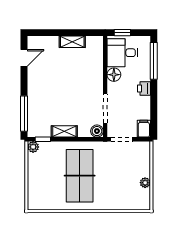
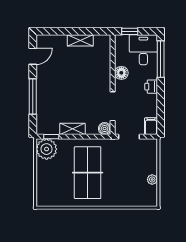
desk: (122, 53) -> (143, 50), moved, turned 90
window: (24, 114) -> (33, 97), moved
plant: (33, 147) -> (47, 149), width x1.87, depth x1.87

